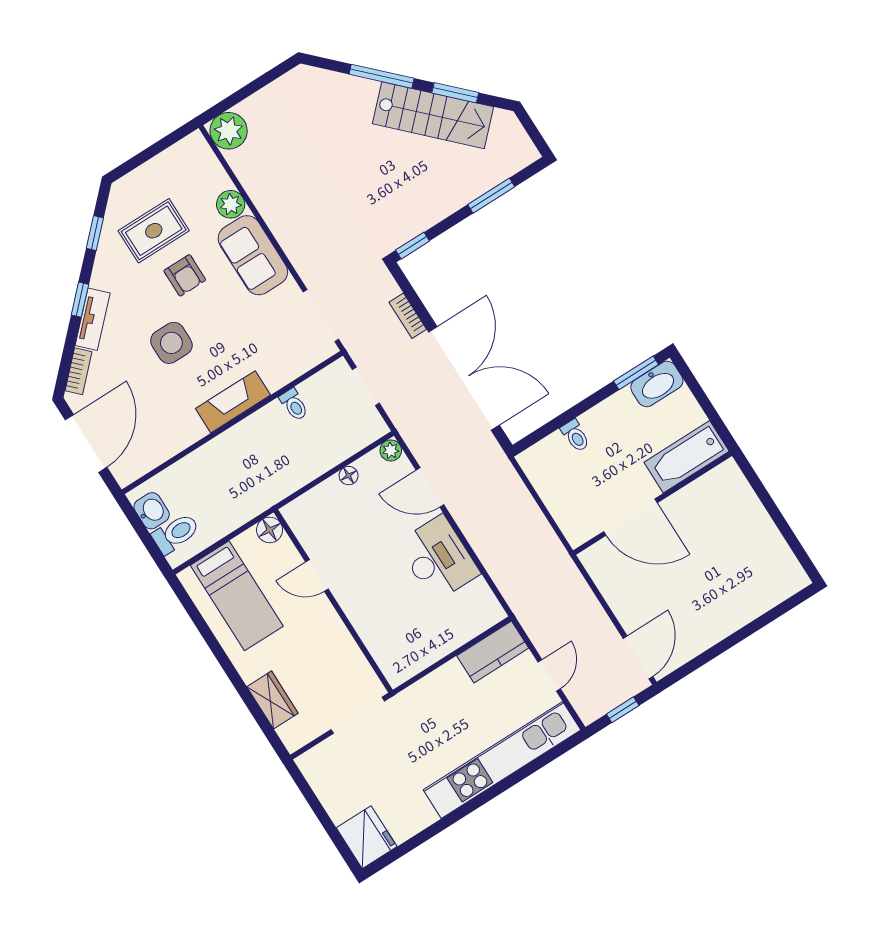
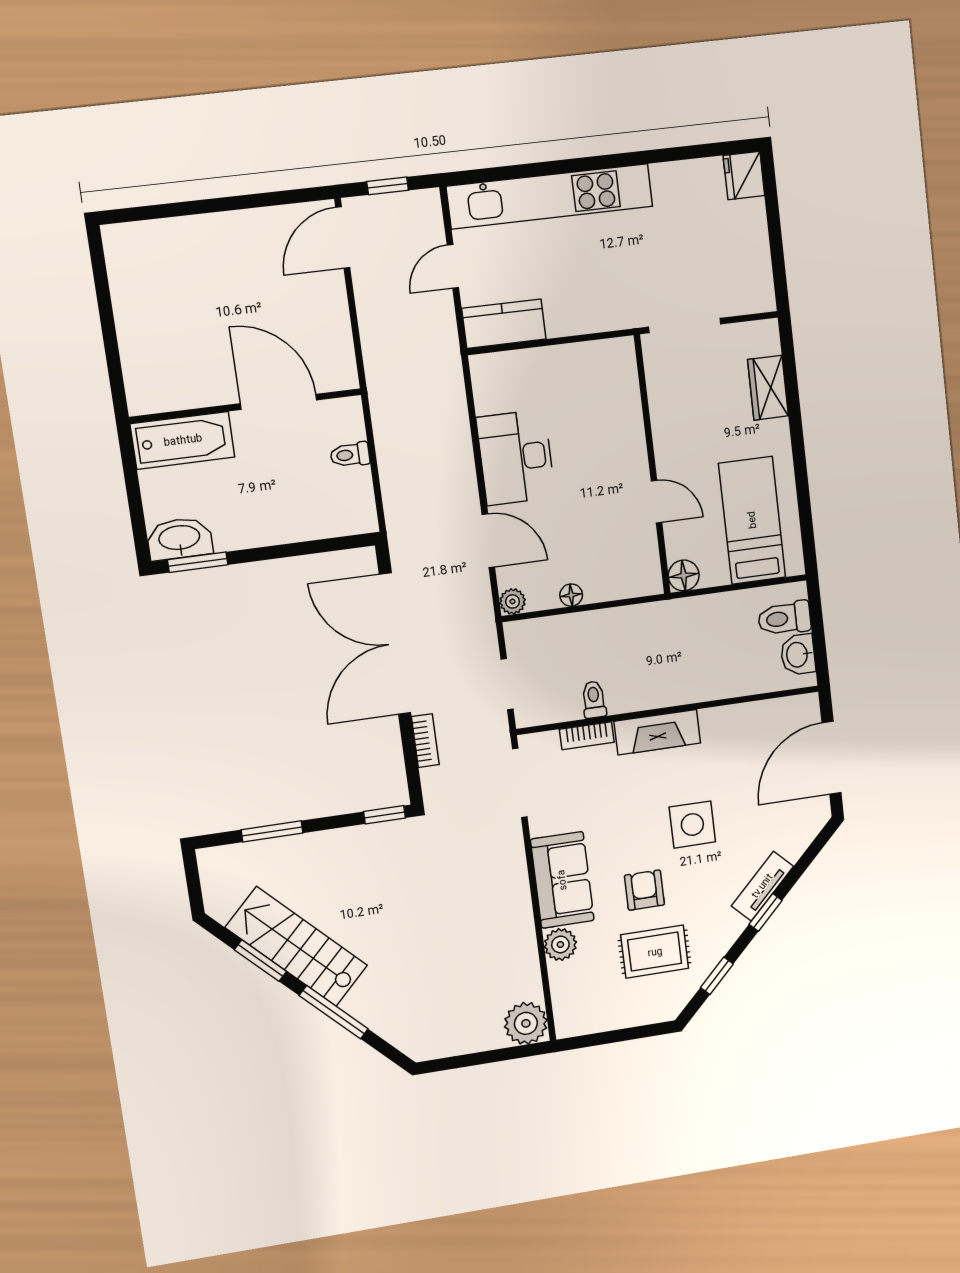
bookcase: (78, 371) -> (587, 736), moved, turned -135
toilet: (575, 436) -> (350, 455), moved, turned -90
fridge: (367, 837) -> (744, 175), width x0.73, depth x0.75

